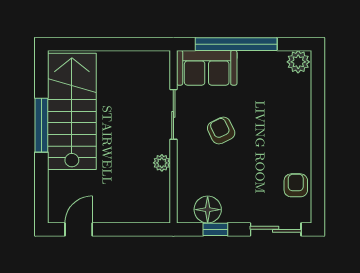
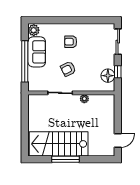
sofa: (207, 68) -> (37, 52), moved
armchair: (296, 185) -> (71, 42), moved
door: (79, 229) -> (118, 140), swing flipped

